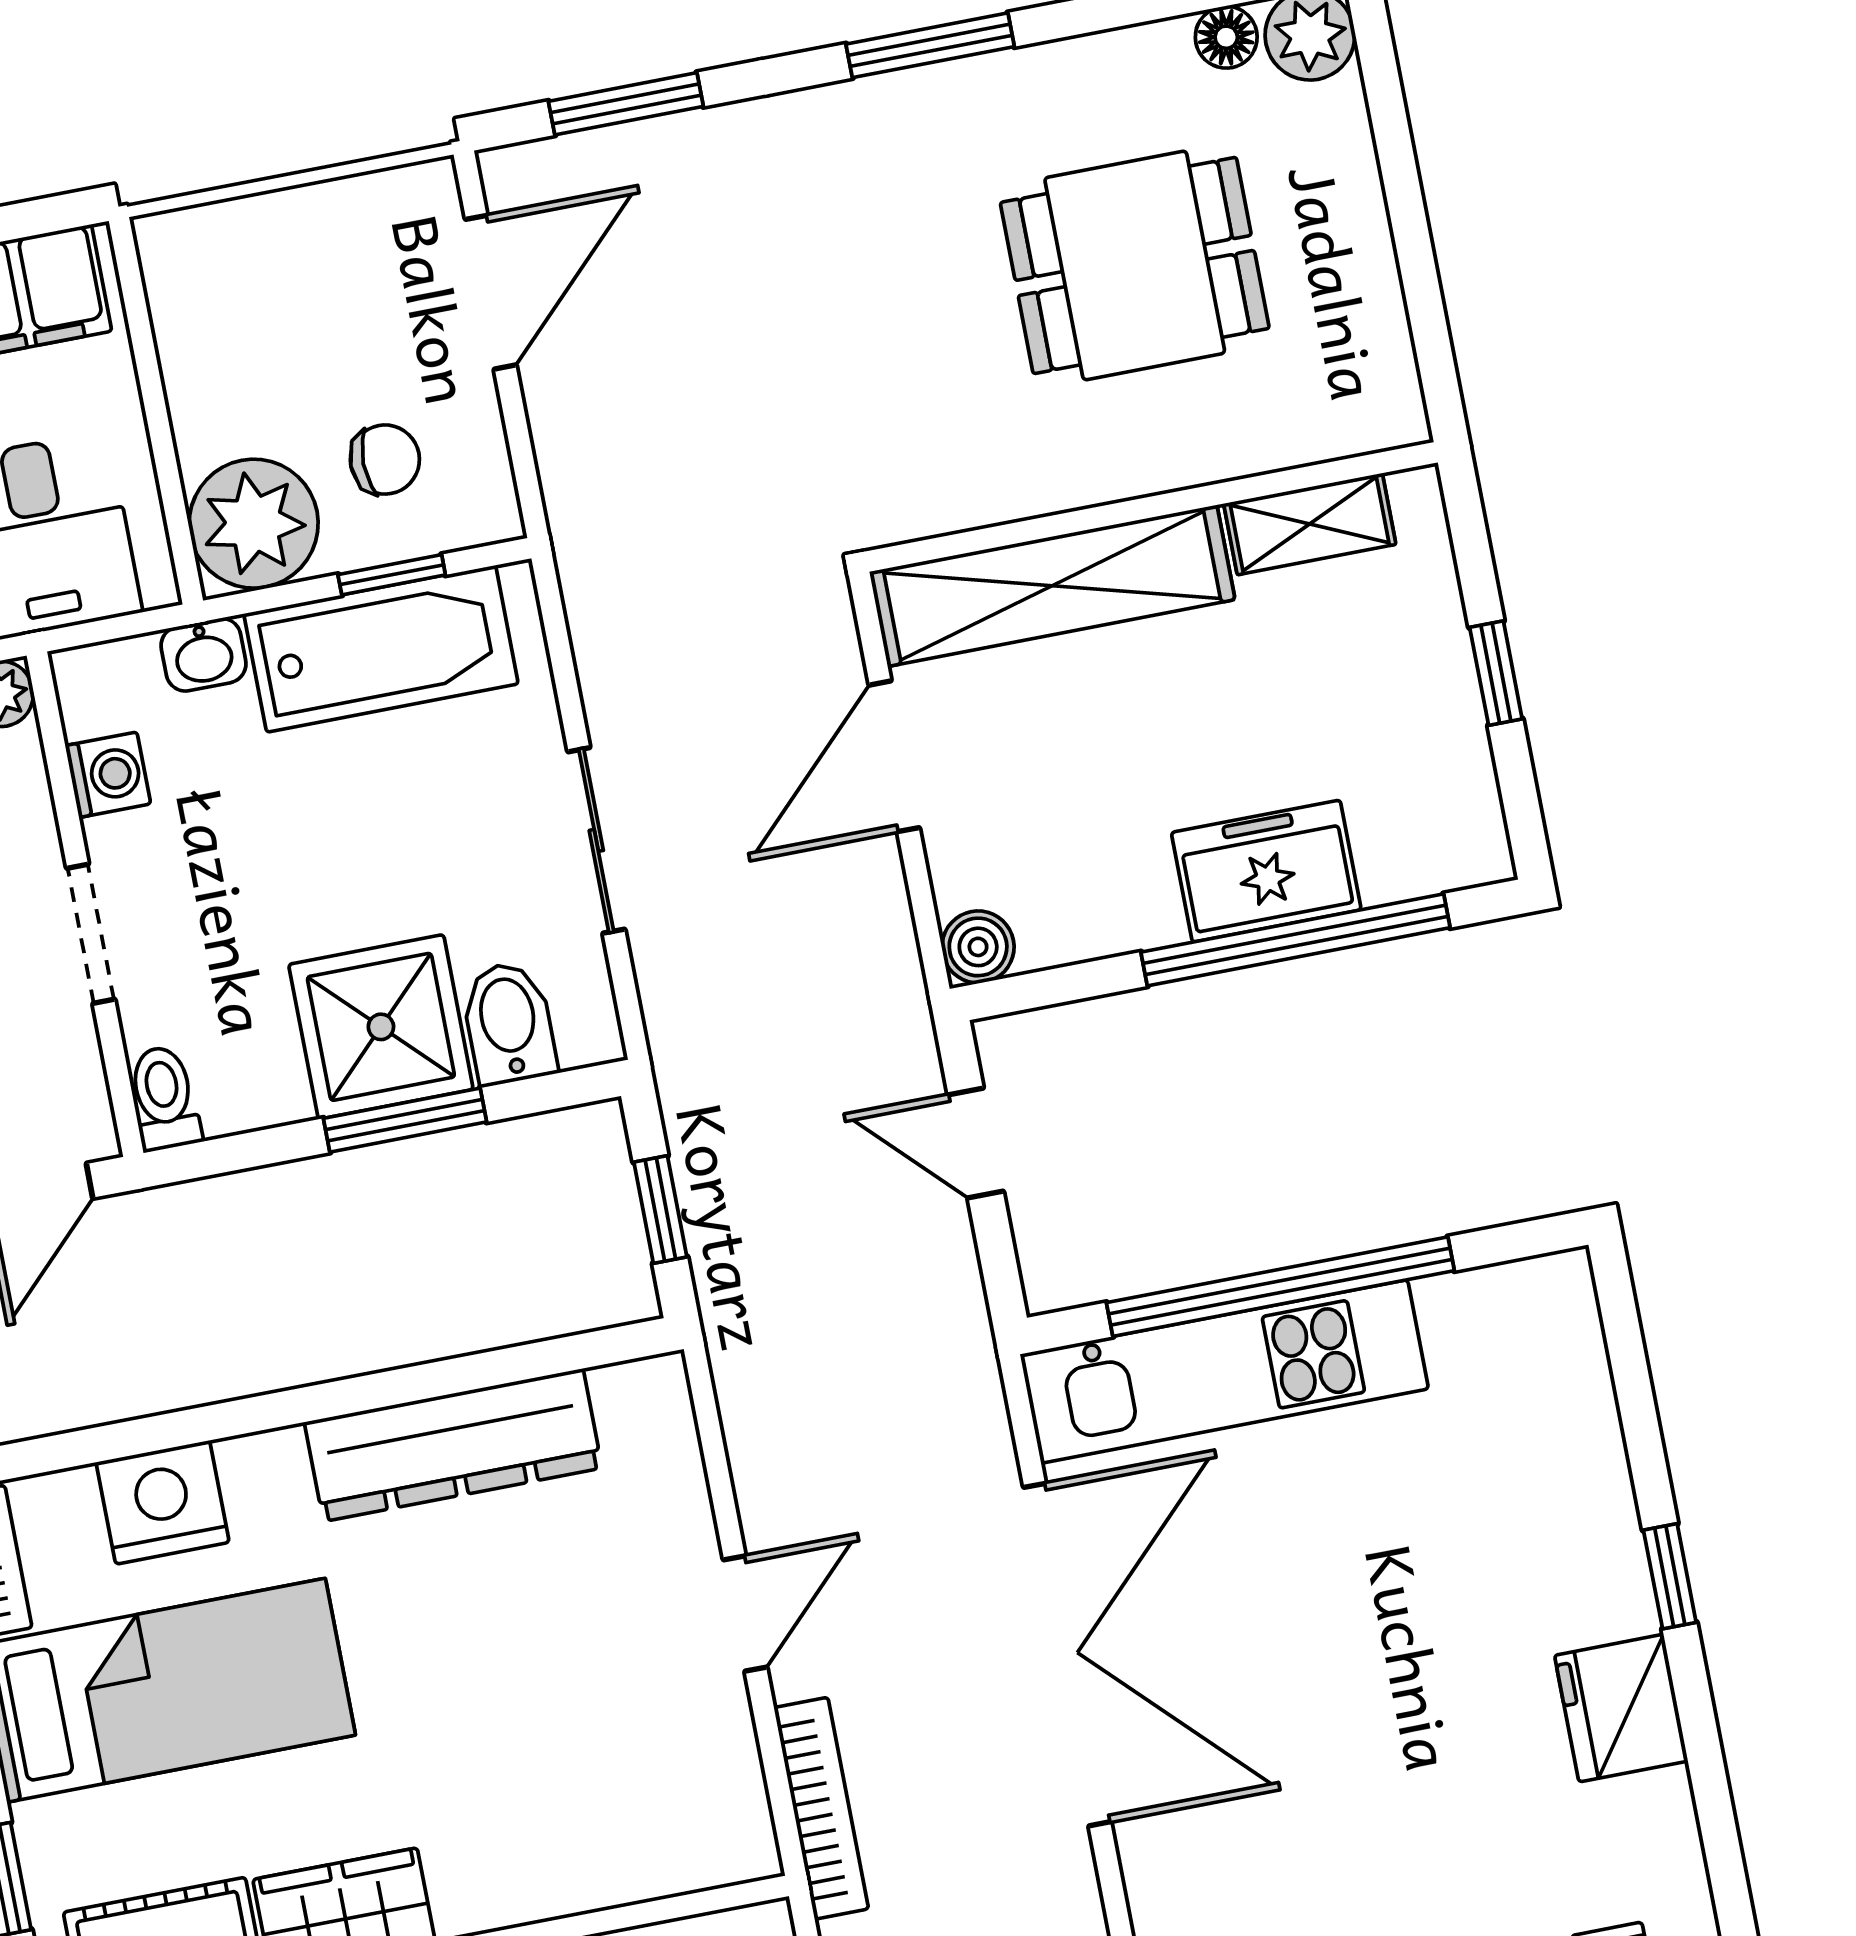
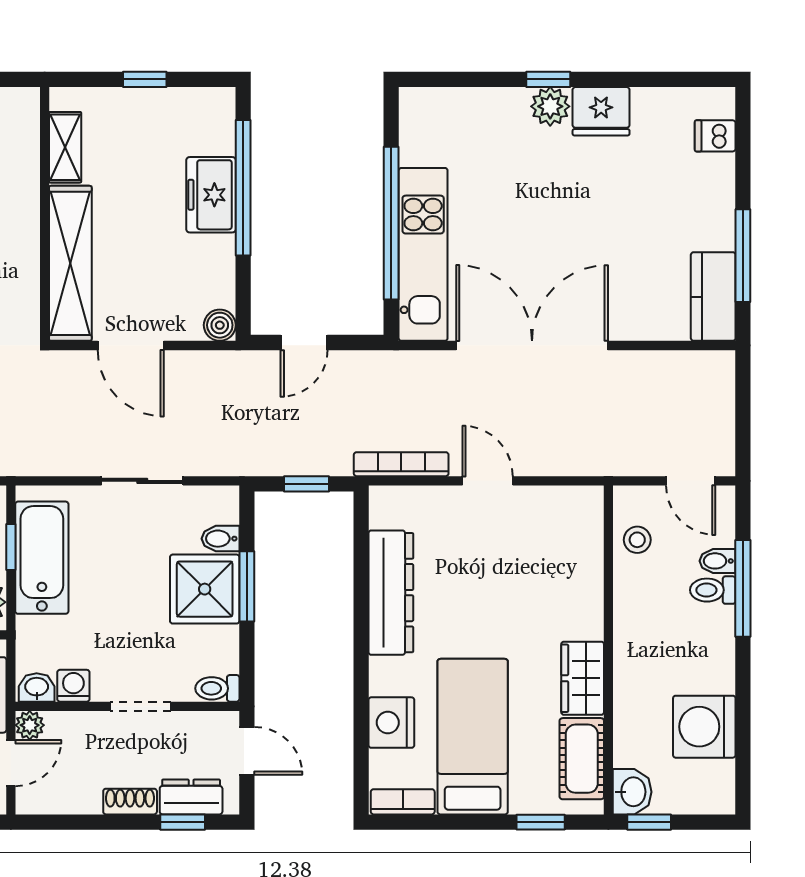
washbasin: (203, 655) -> (37, 687), moved, turned -90
bidet: (509, 1023) -> (220, 539), width x0.72, depth x0.74
plant: (1610, 1592) -> (550, 106), added
bookcase: (821, 1808) -> (401, 464), moved

